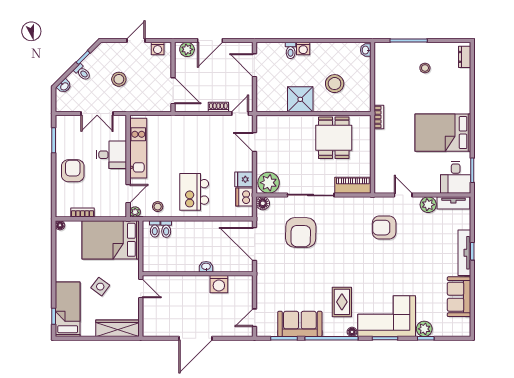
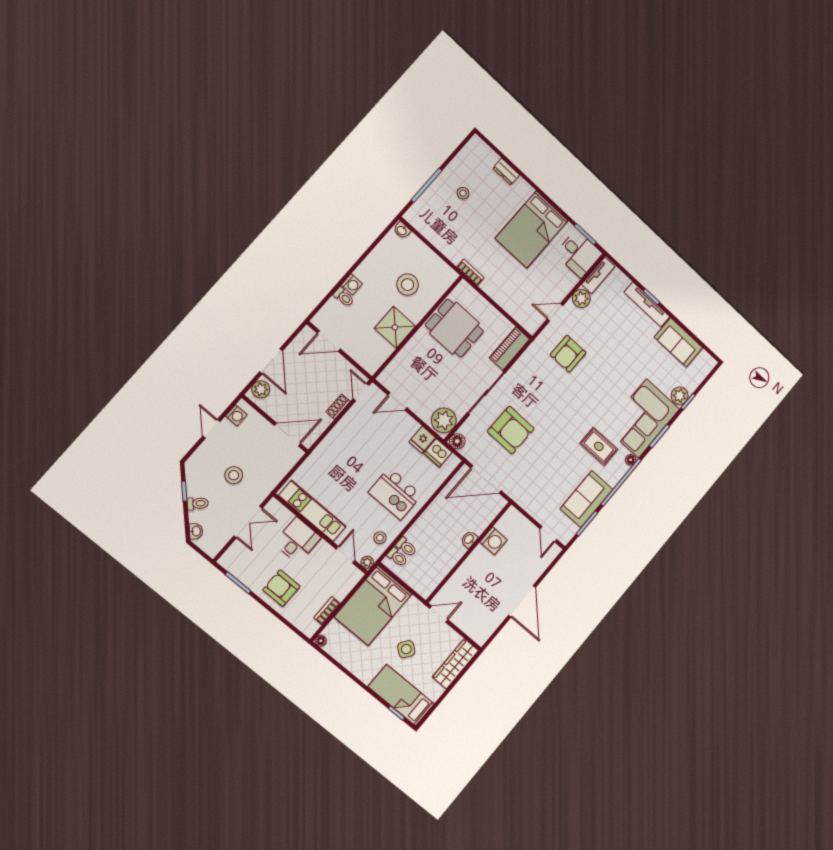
dresser: (465, 57) -> (506, 172), moved

